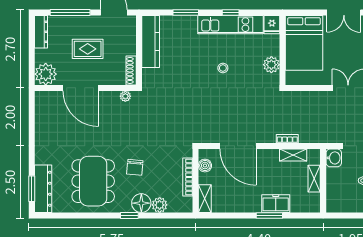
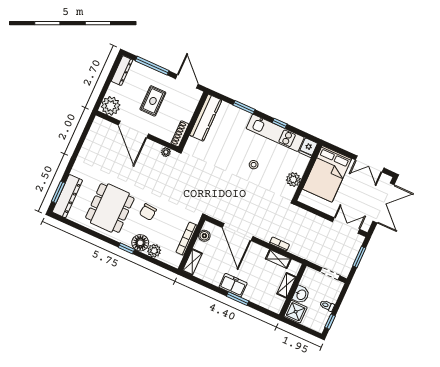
rug: (88, 49) -> (153, 101), turned 90
washbasin: (334, 158) -> (301, 295), moved
shower: (336, 202) -> (296, 312), added
freezer: (276, 204) -> (233, 285), moved

